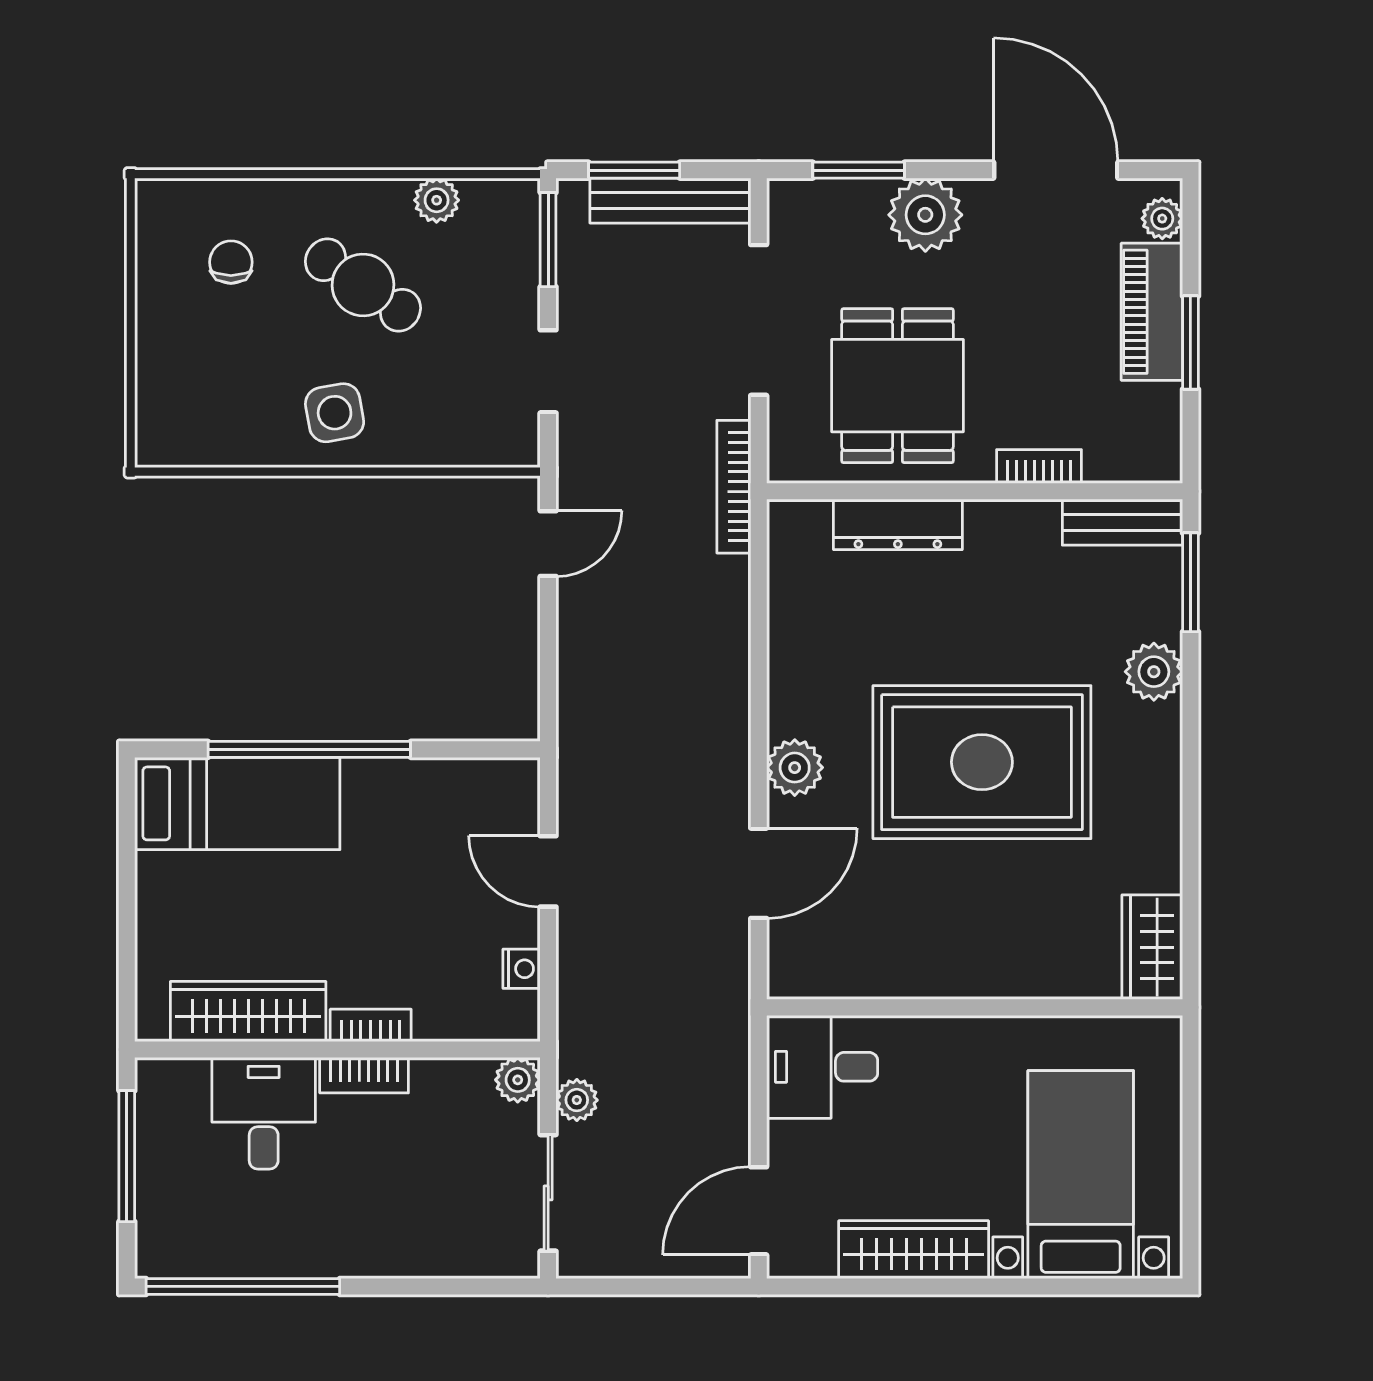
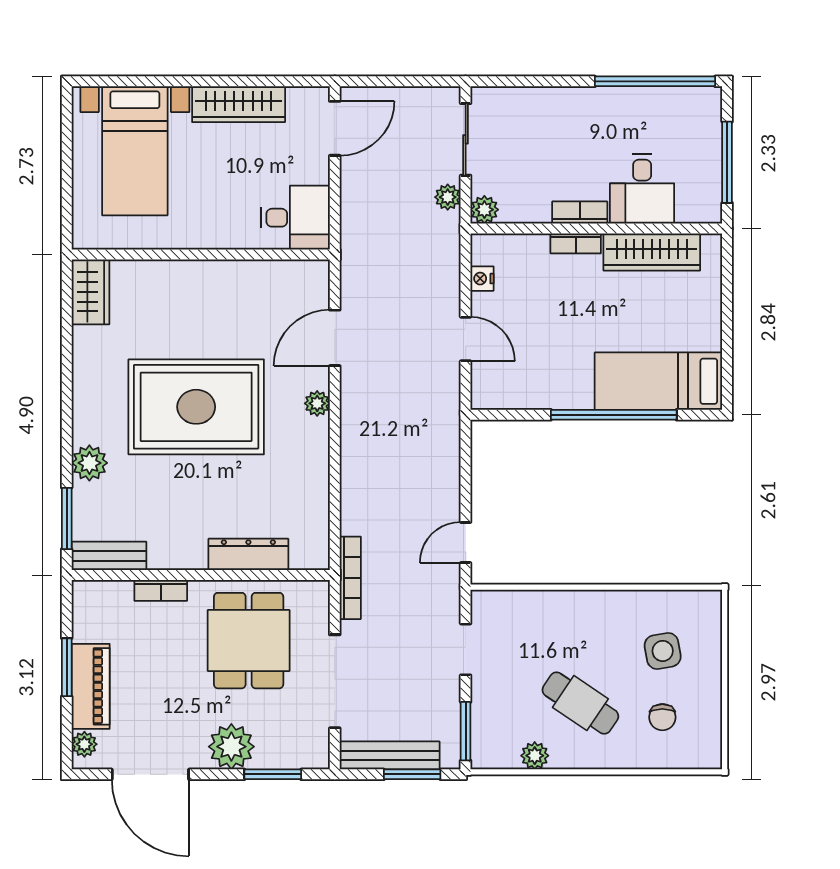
side table: (335, 413) -> (663, 651), moved
plant: (795, 768) -> (317, 403), width x0.73, depth x0.73

